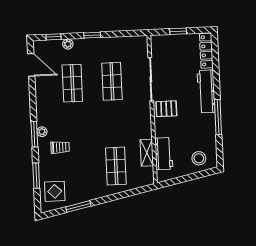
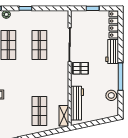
workbench: (206, 91) -> (112, 52), width x0.73
shelving: (147, 153) -> (64, 116), moved
workbench: (164, 154) -> (77, 103), width x1.37
stool: (199, 158) -> (111, 95), moved

